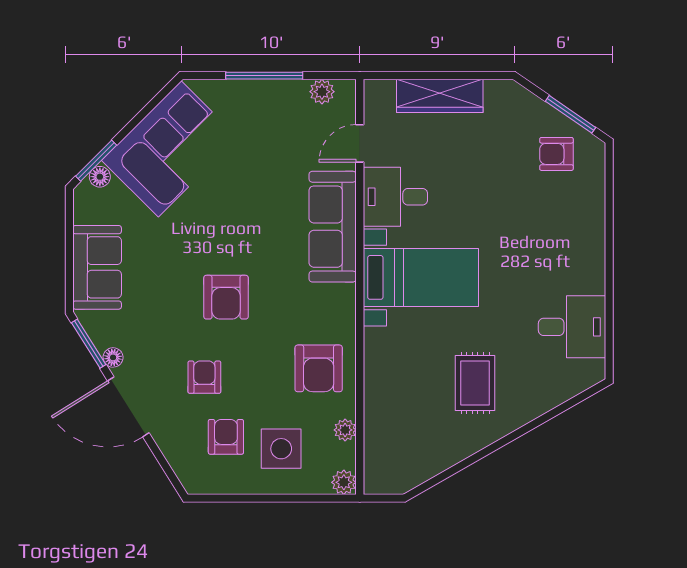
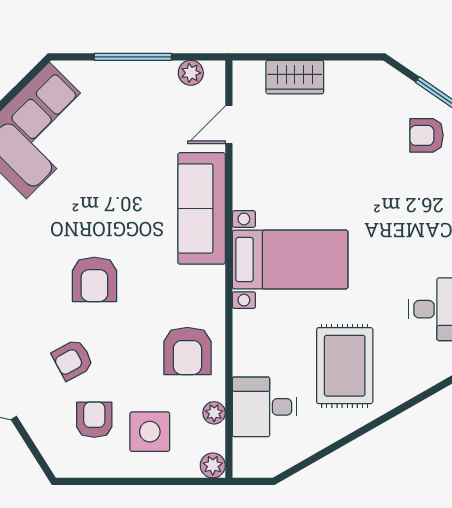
wardrobe: (440, 96) -> (295, 77), width x0.67
desk: (395, 197) -> (265, 407), moved
armchair: (204, 377) -> (73, 360), turned -118
rug: (475, 383) -> (345, 366), width x1.36, depth x1.43

